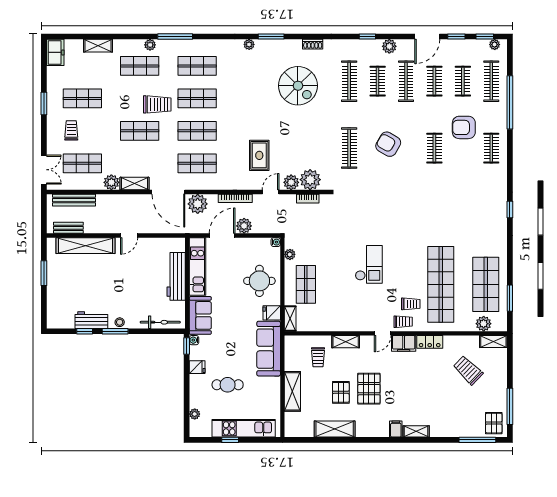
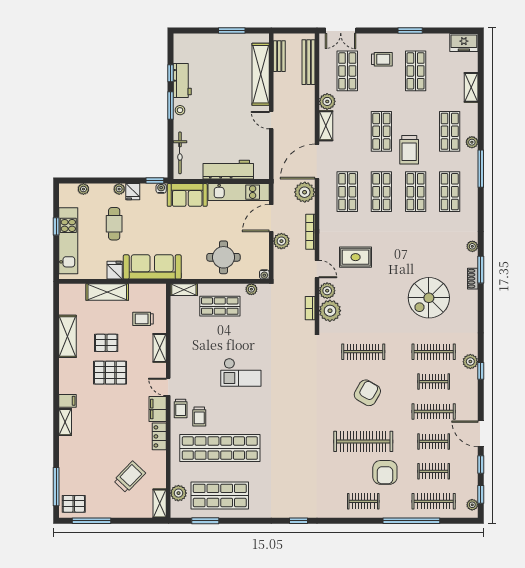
shoe rack: (313, 44) -> (473, 279), moved
plant: (389, 46) -> (470, 362), moved
armchair: (464, 127) -> (385, 472), turned 180
clothes rail: (434, 148) -> (363, 441), width x1.86, depth x1.31
door: (222, 235) -> (271, 218), swing flipped
fridge: (272, 313) -> (115, 270), moved
plant: (195, 380) -> (119, 189), added

